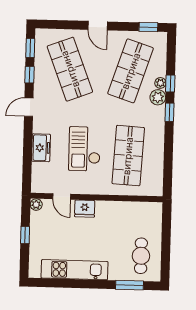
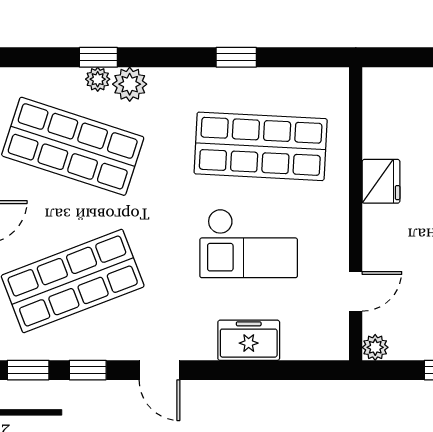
window: (170, 112) -> (236, 57), moved
fridge: (85, 209) -> (381, 181), moved

